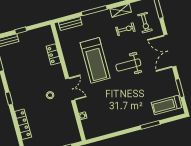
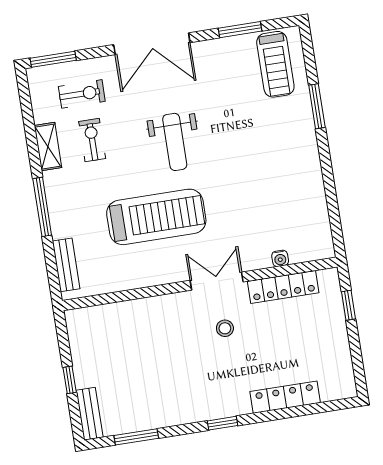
locker: (53, 54) -> (283, 287), moved, width x1.53

